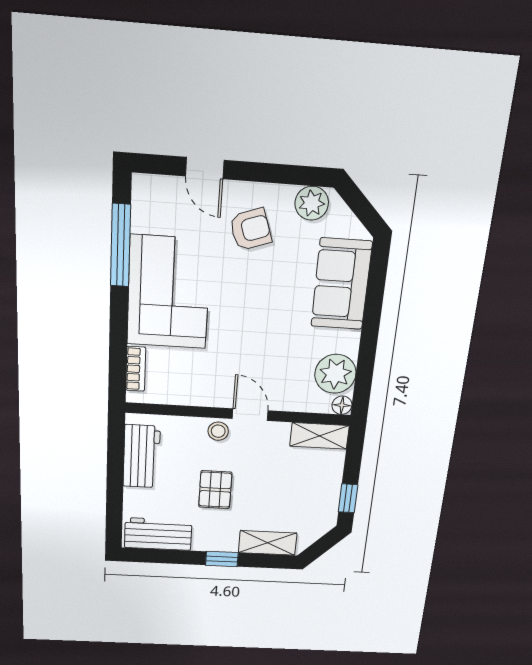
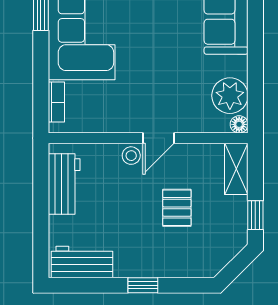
door: (250, 415) -> (158, 138), swing flipped
shelving: (319, 436) -> (236, 169), moved, turned 90
pallet: (215, 490) -> (177, 208), moved
shelving: (268, 543) -> (185, 266), removed

